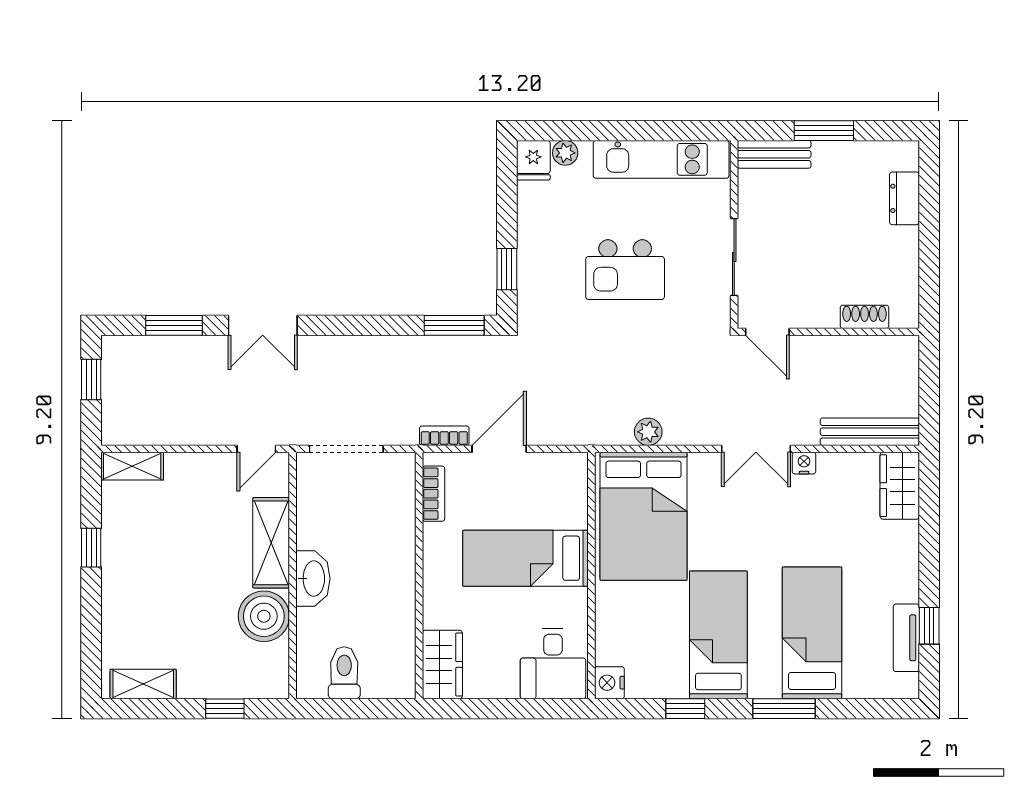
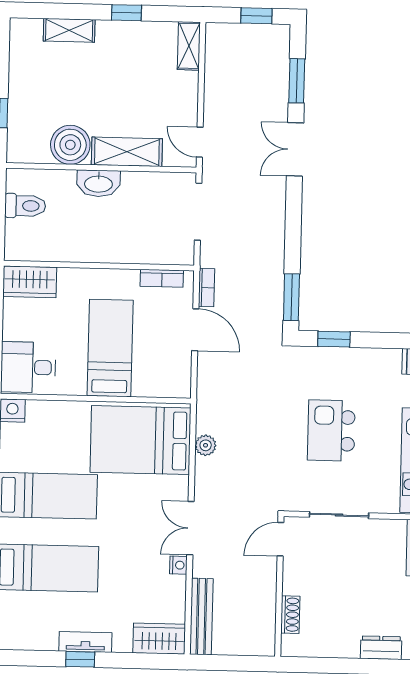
window: (929, 626) -> (80, 659), moved
tv unit: (906, 638) -> (85, 642), moved
shelving: (143, 684) -> (69, 30), moved, turned 90

